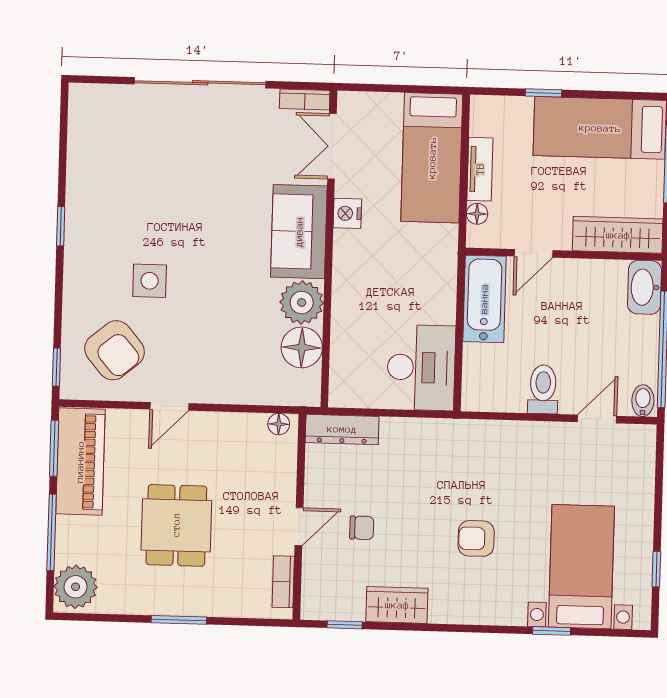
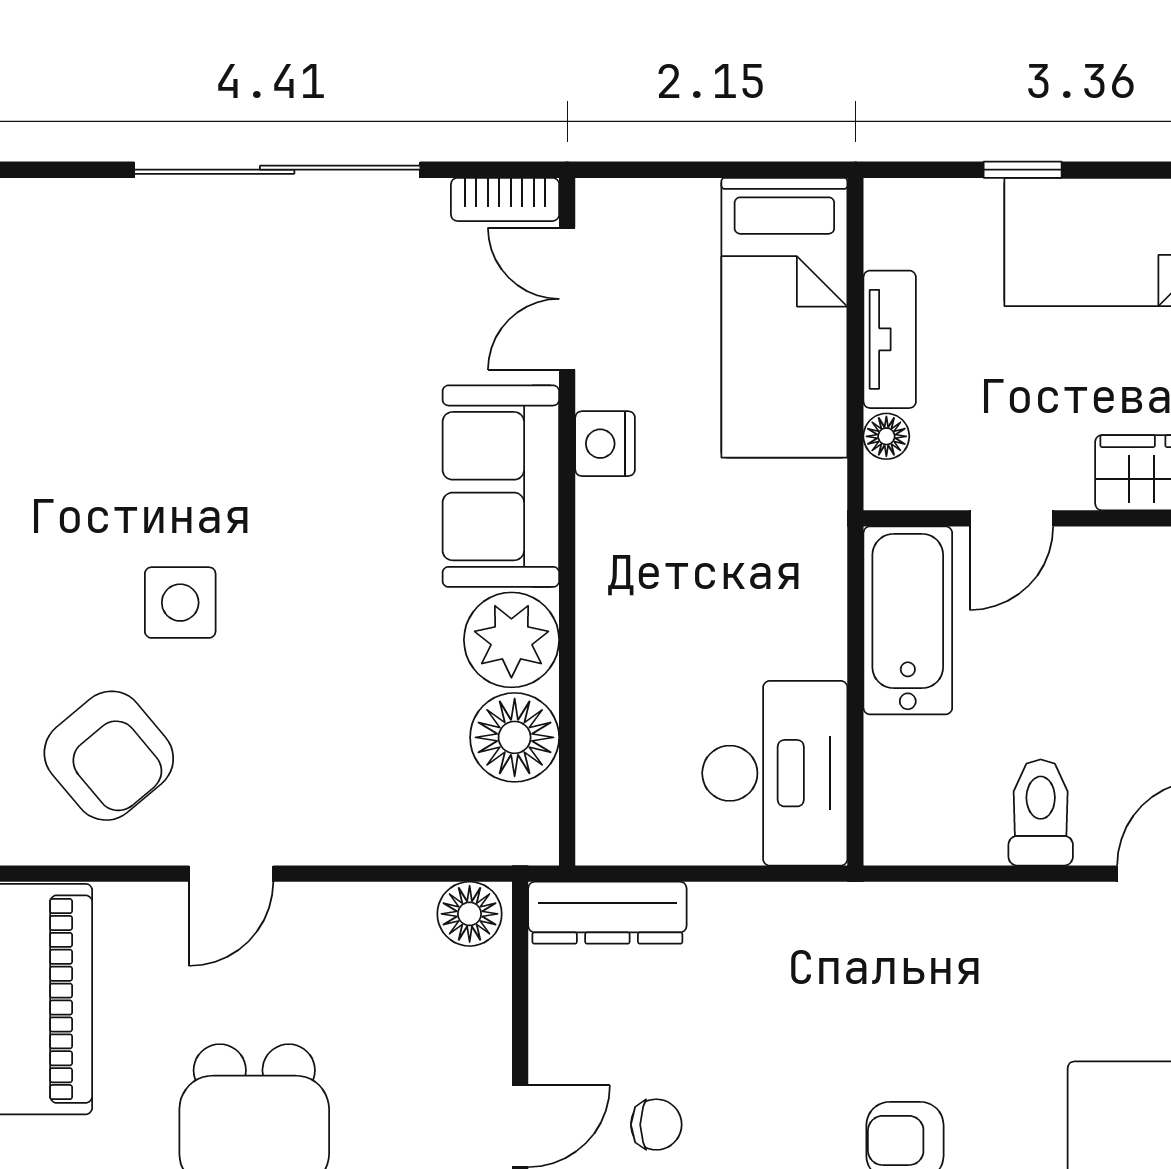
floor lamp: (279, 424) -> (470, 914), width x1.37, depth x1.37

